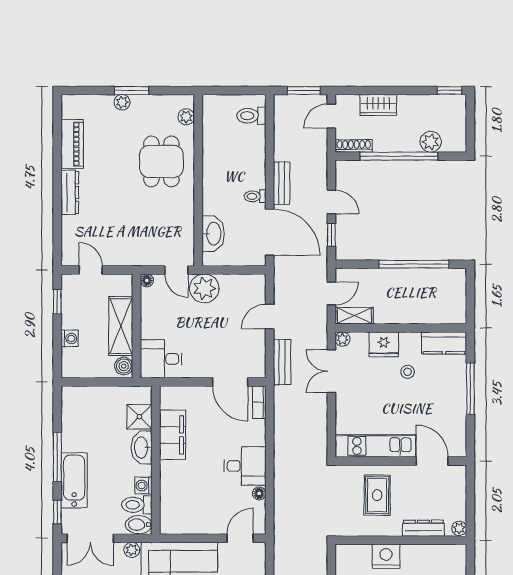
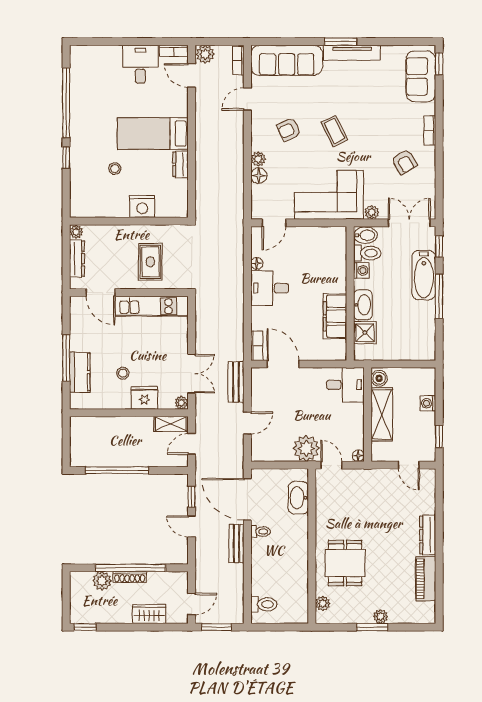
shoe rack: (354, 146) -> (130, 577), moved
kitchen counter: (444, 343) -> (80, 372), moved, turned 90
dresser: (423, 528) -> (77, 259), moved, turned -90

